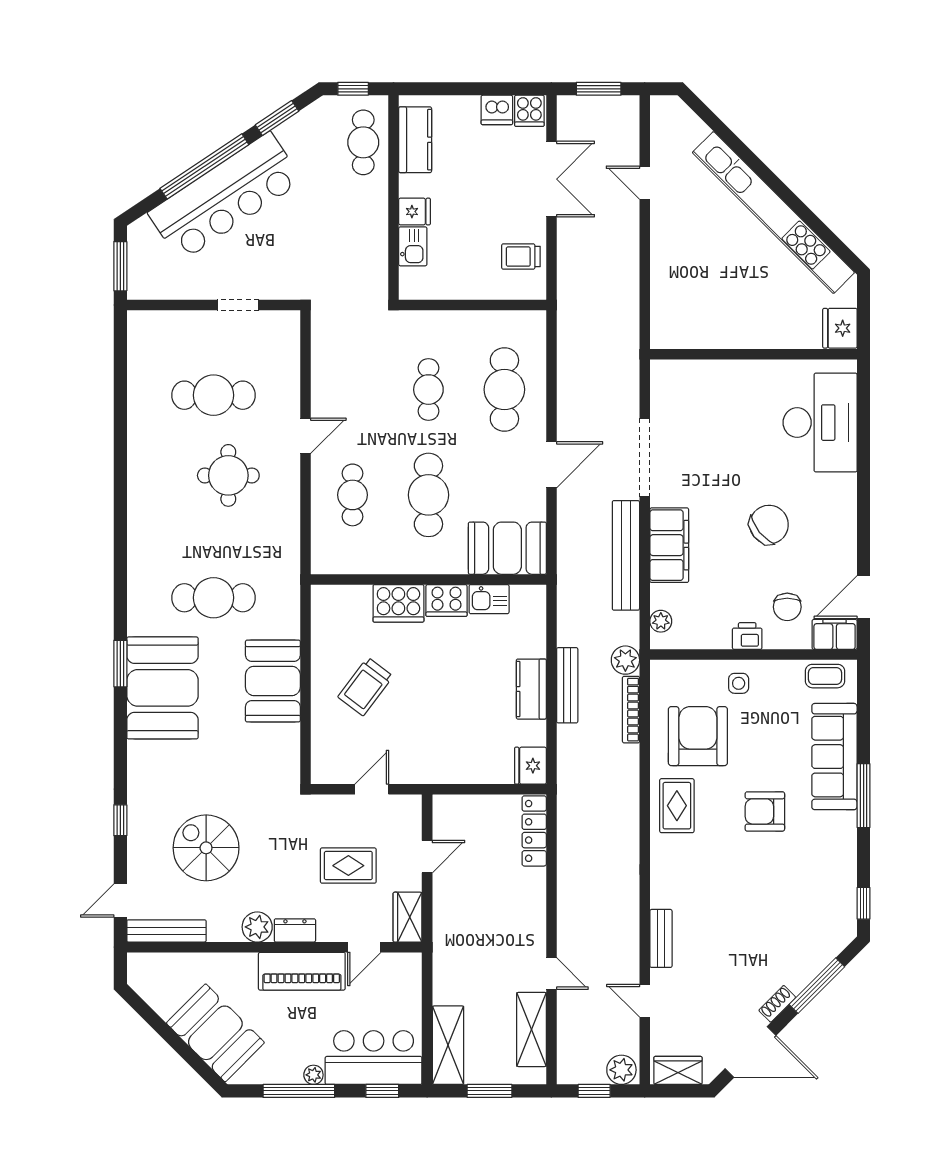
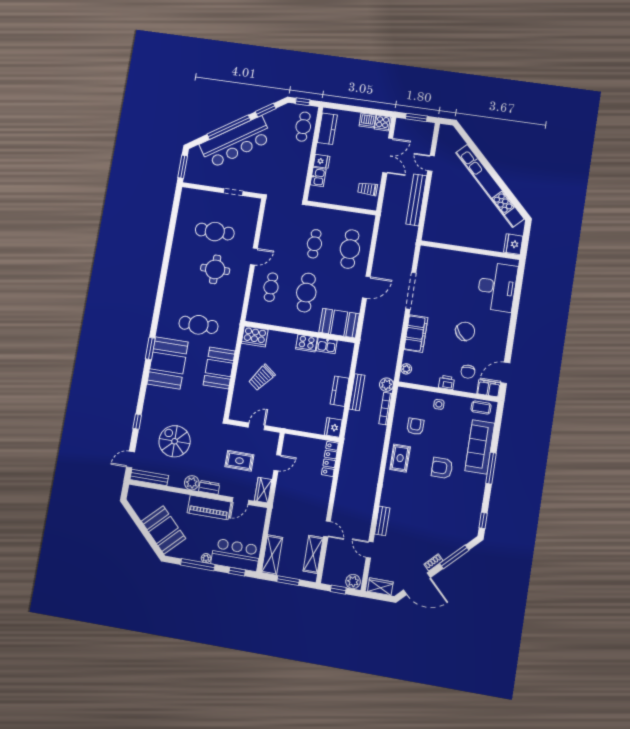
bench: (626, 555) -> (416, 200), moved
cooker: (398, 603) -> (255, 336), moved
armchair: (698, 736) -> (415, 426), width x0.53, depth x0.53

